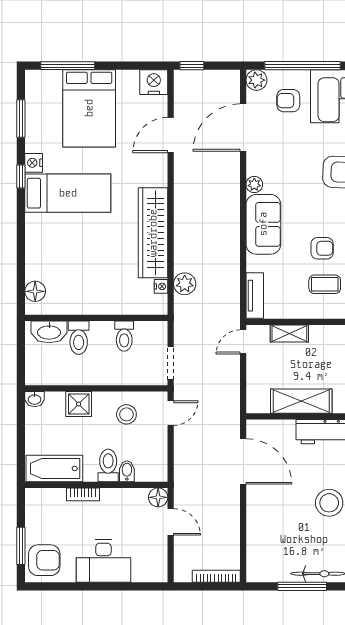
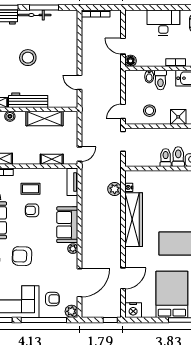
toilet: (124, 336) -> (166, 158), moved
door: (243, 461) -> (80, 82), width x0.53

